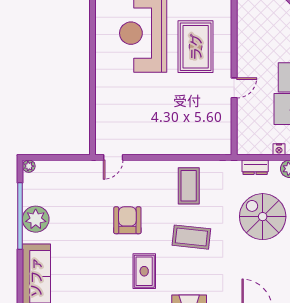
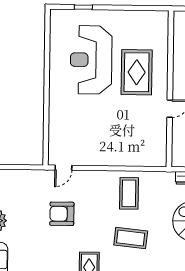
armchair: (127, 220) -> (62, 214), moved, turned -90

